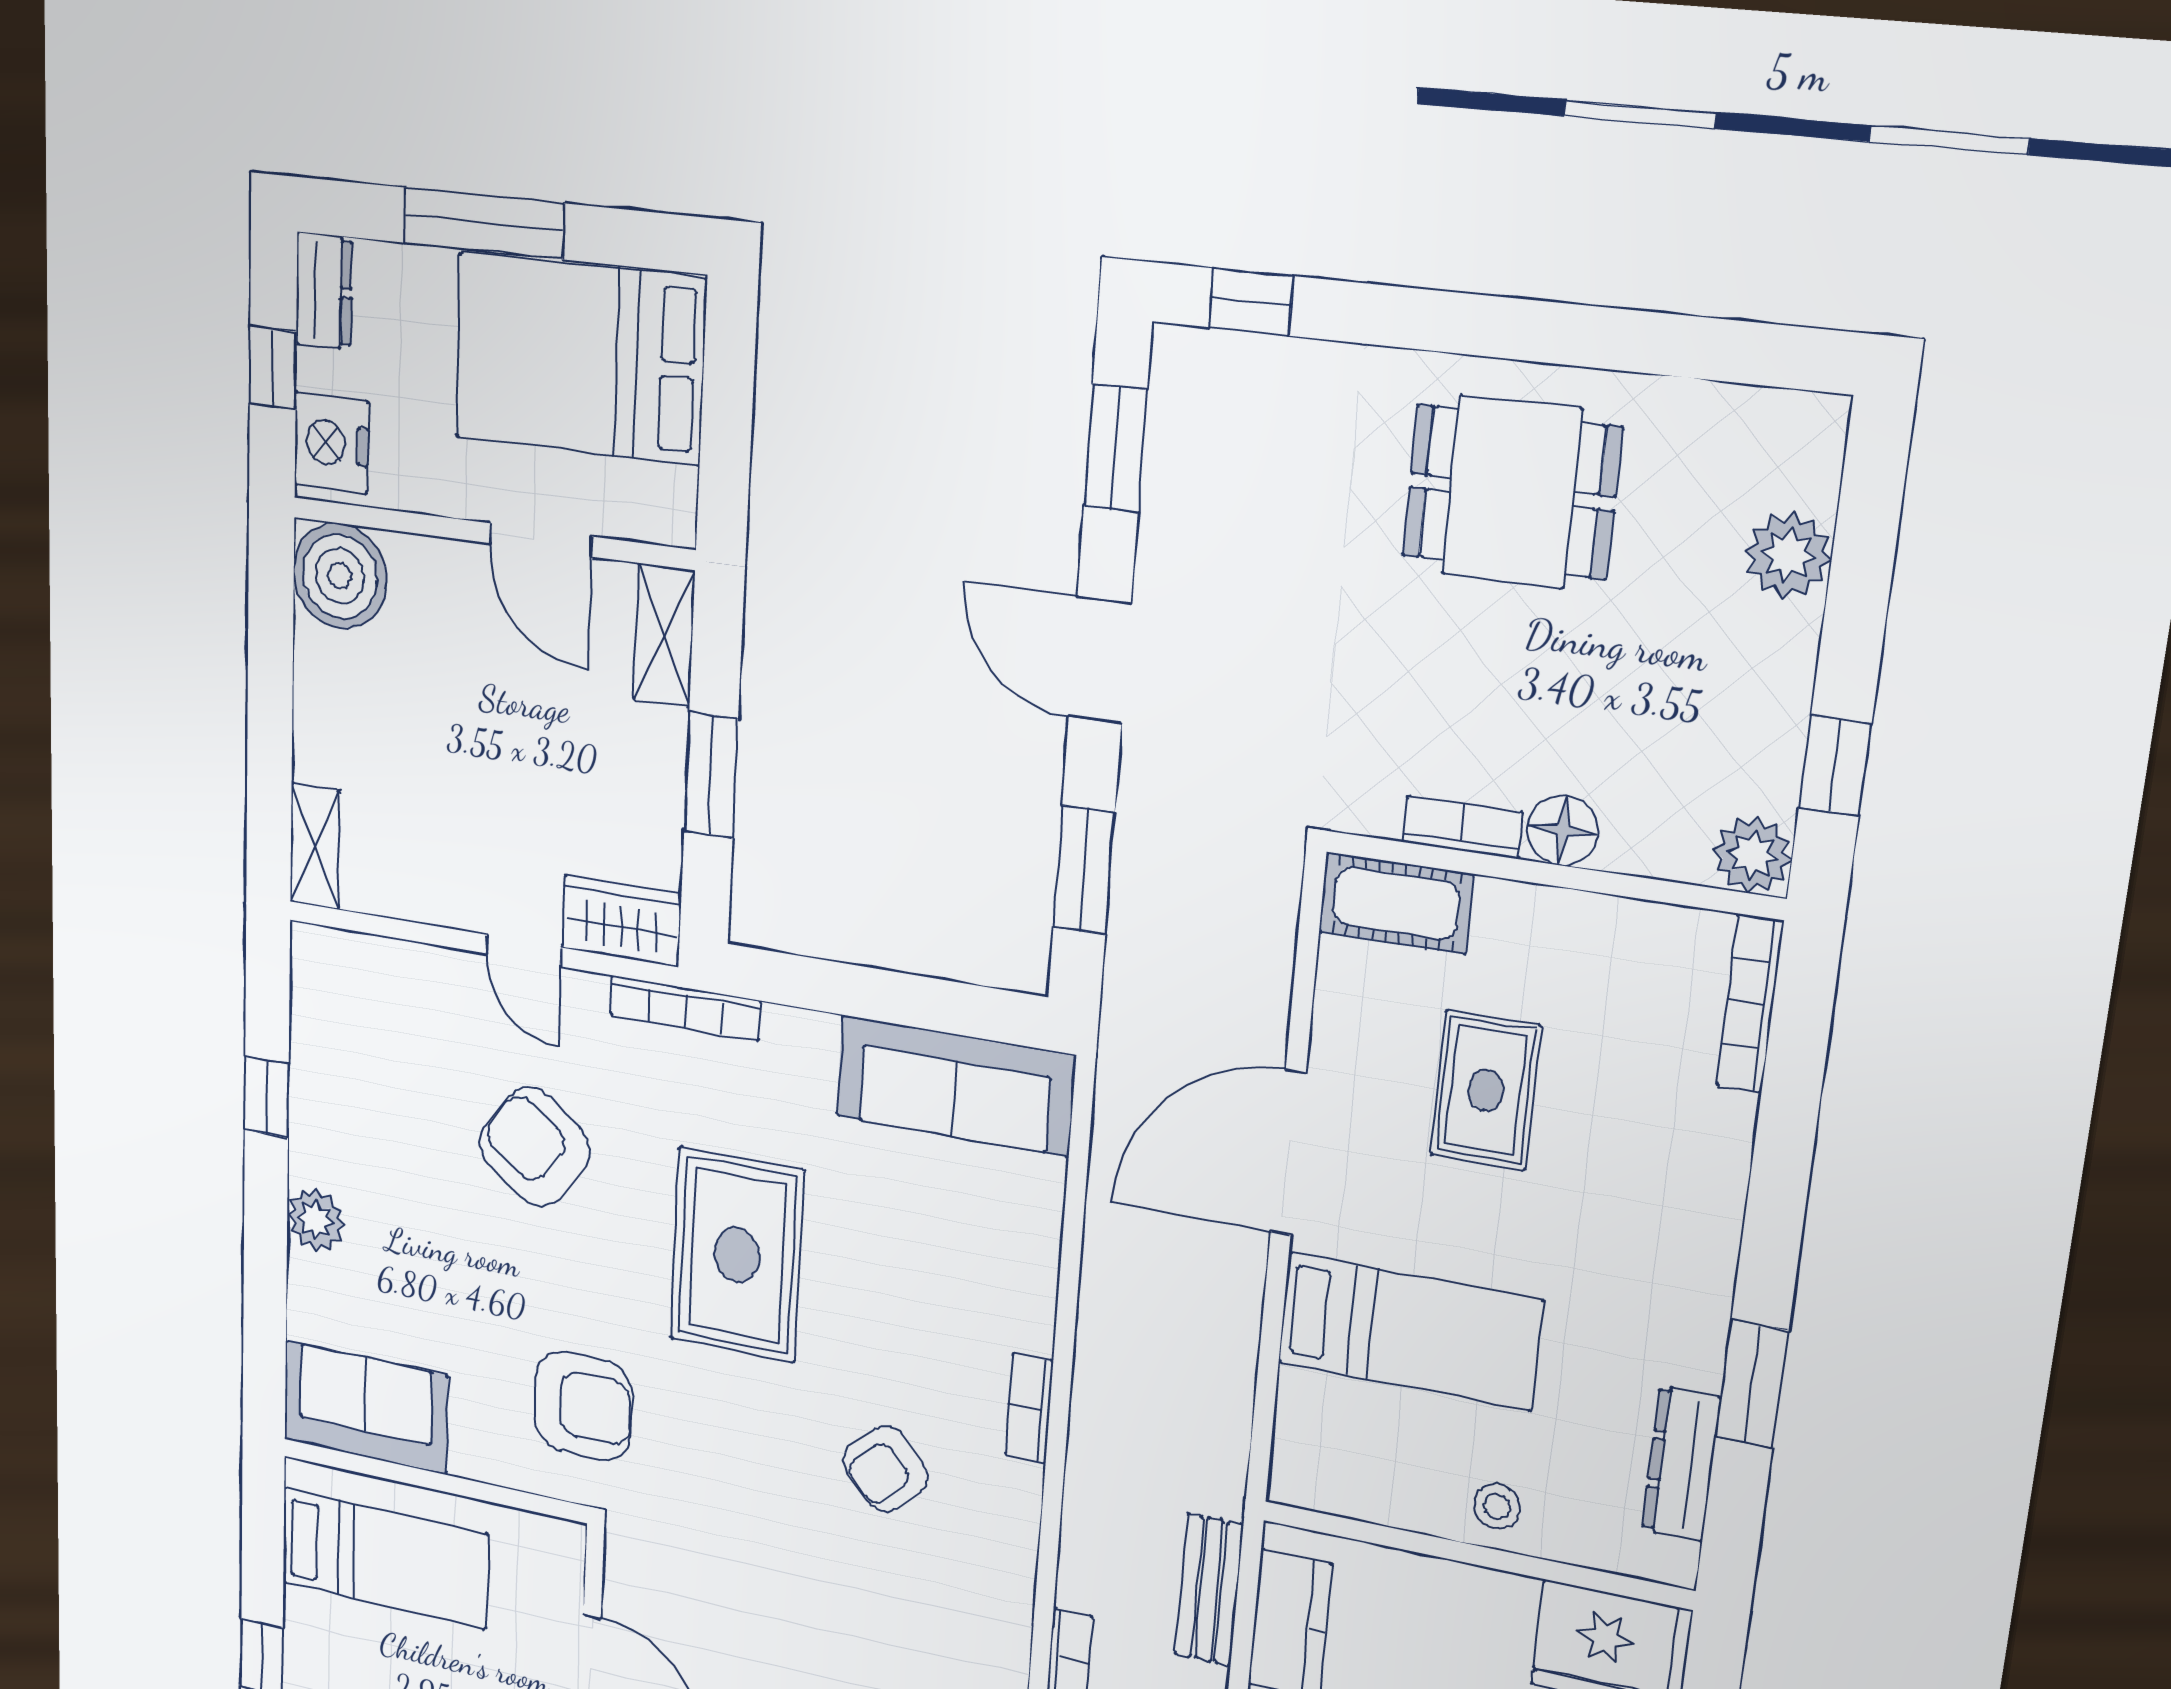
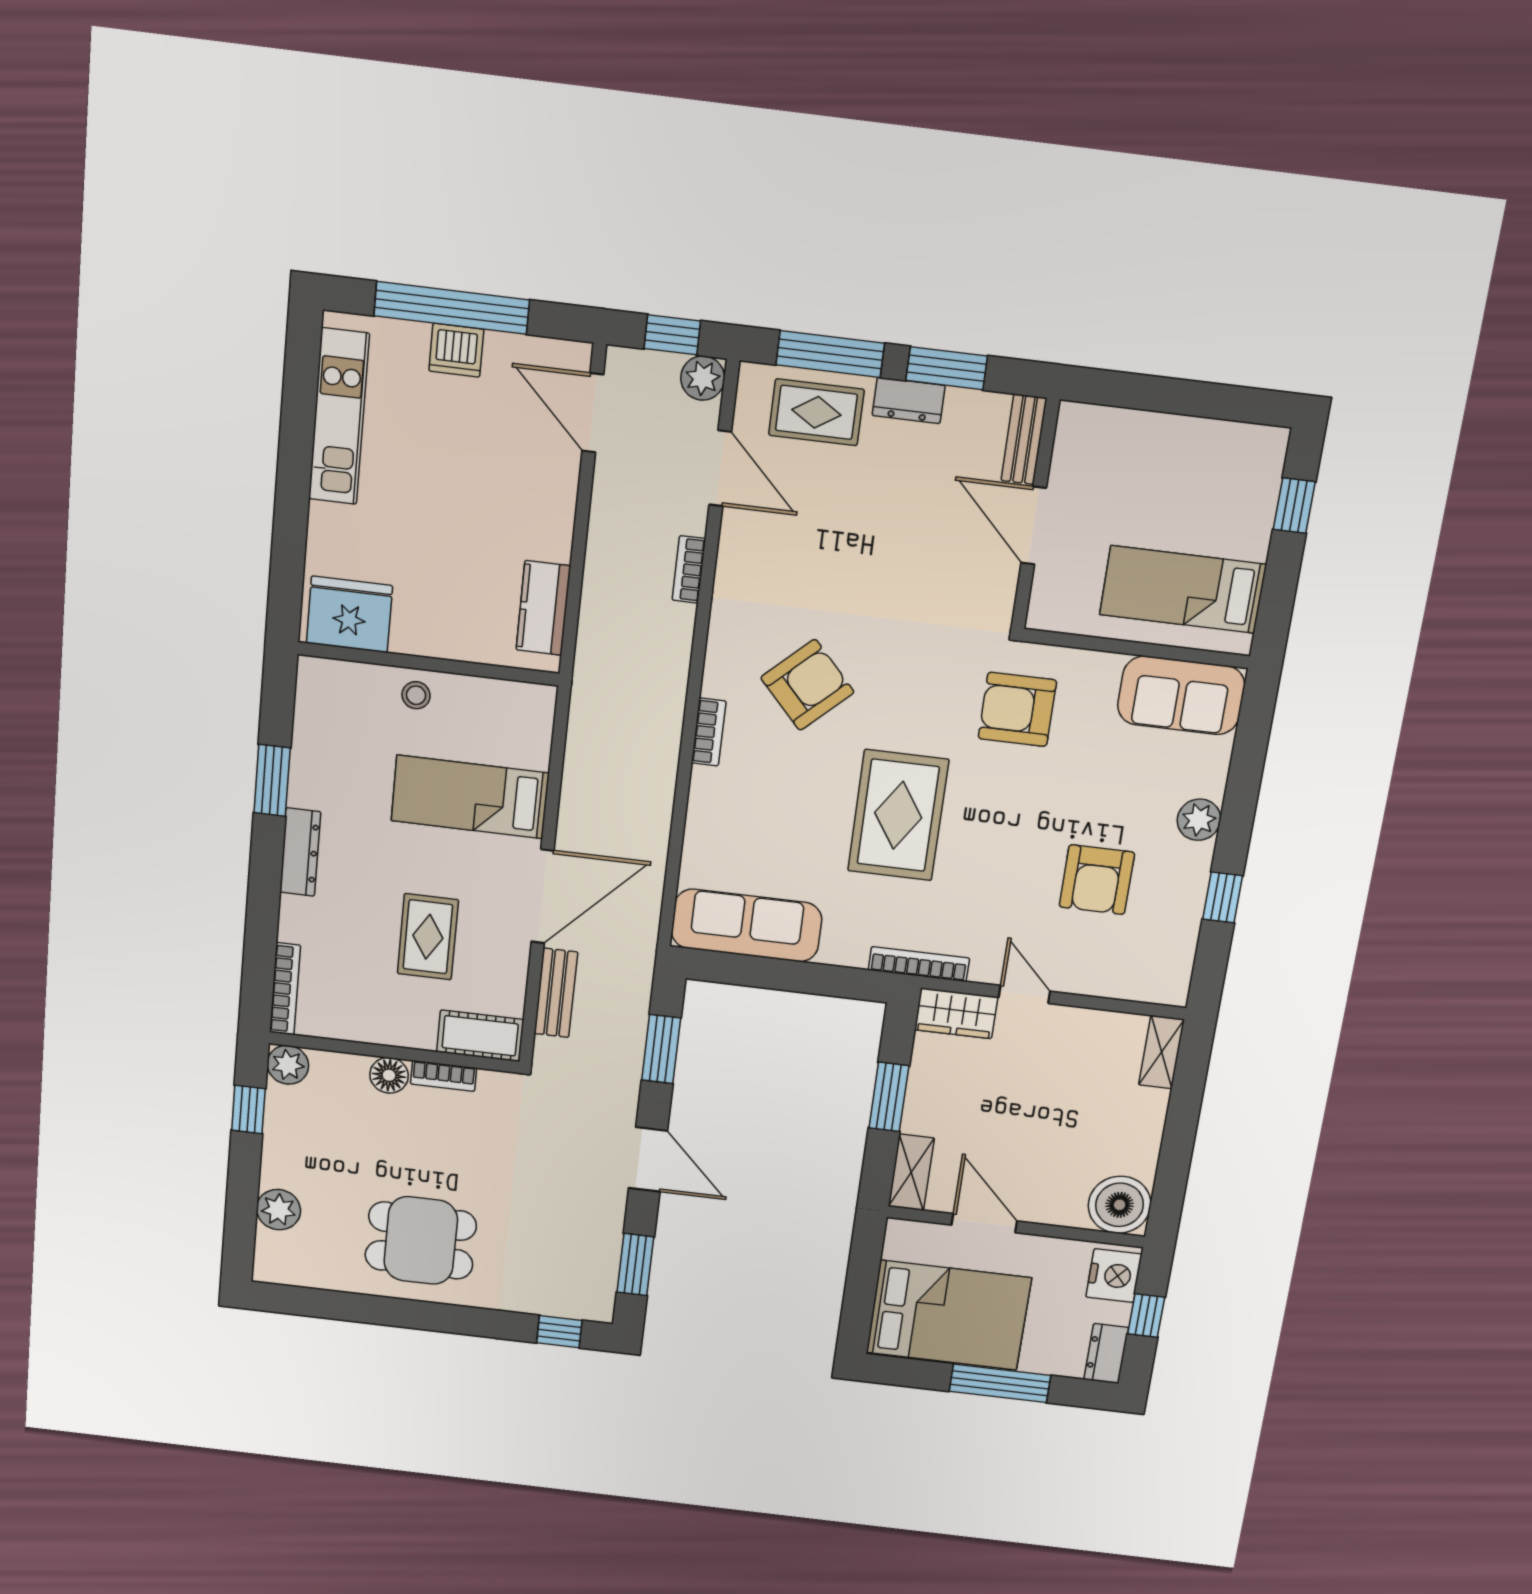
armchair: (535, 1147) -> (1097, 880), moved, turned 54
dresser: (1681, 1464) -> (300, 852), moved
armchair: (885, 1469) -> (807, 685), width x1.38, depth x1.38
bench: (1209, 1590) -> (556, 993), moved

